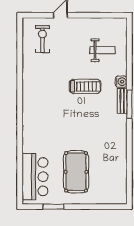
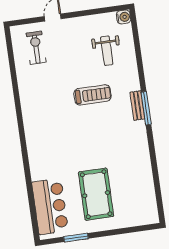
weight bench: (103, 50) -> (107, 51), turned 90
water cooler: (121, 82) -> (124, 17), moved

